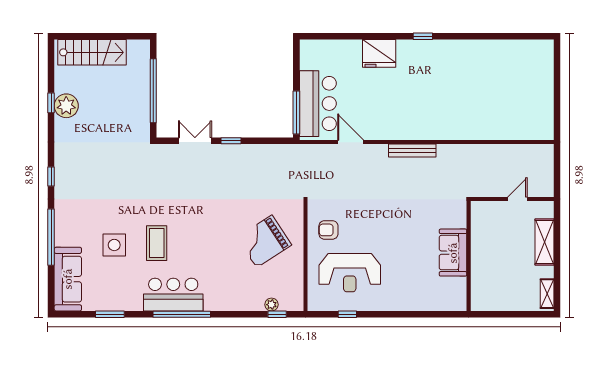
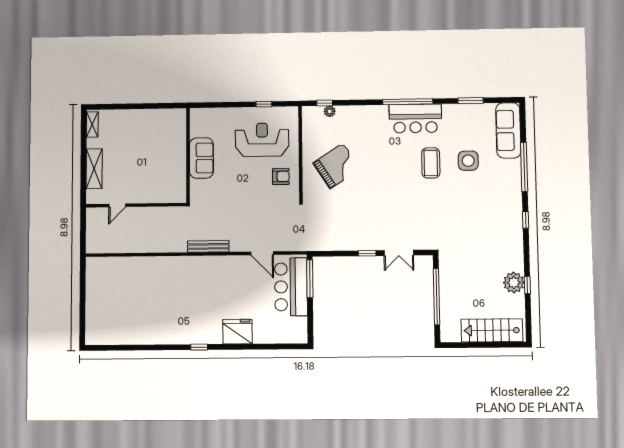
sofa: (453, 253) -> (201, 158), moved
wall: (469, 256) -> (188, 155), moved

